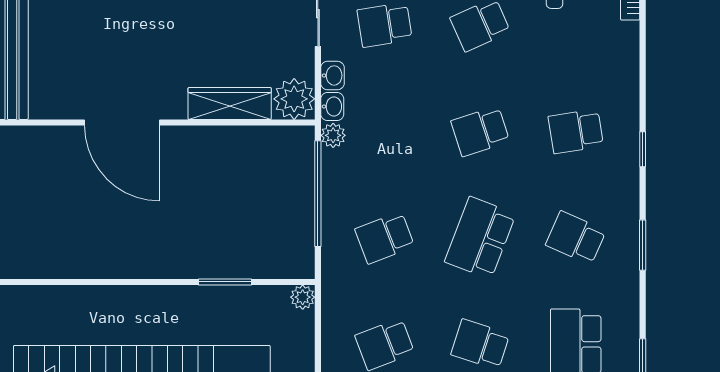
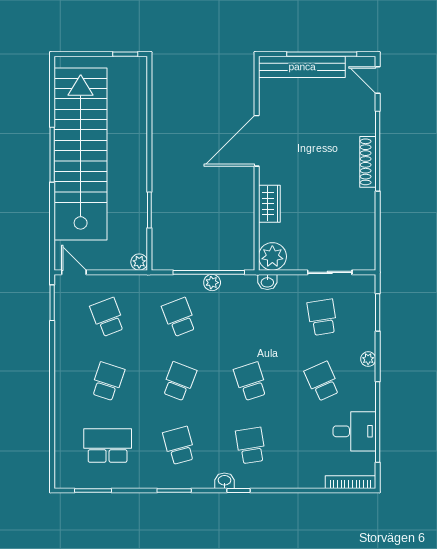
washbasin: (332, 75) -> (224, 481), moved, turned 180
wardrobe: (230, 104) -> (269, 204), width x0.67
plant: (333, 135) -> (212, 283), moved
school desk: (480, 238) -> (179, 381), width x0.54
school desk: (576, 238) -> (179, 446), turned -39

